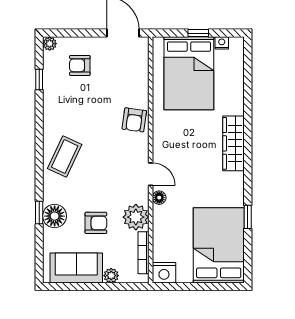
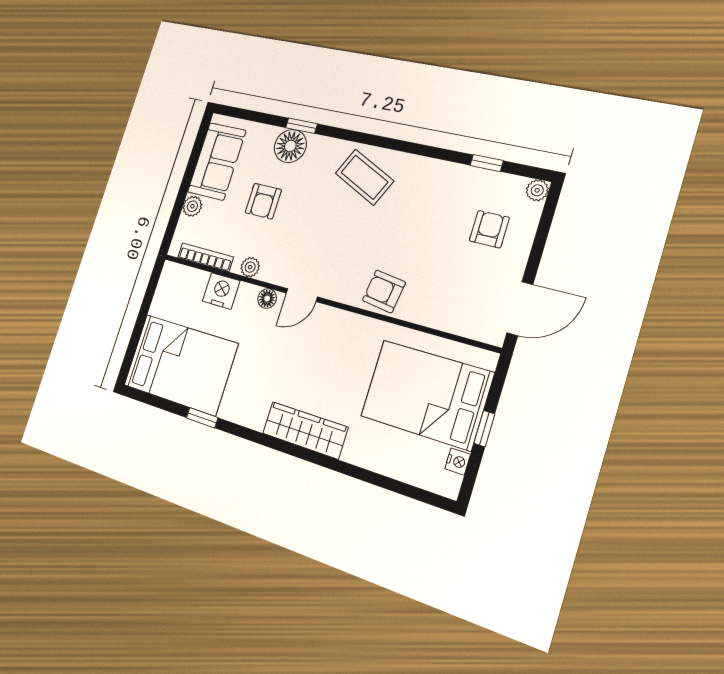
plant: (136, 217) -> (250, 267), width x0.53, depth x0.53
nightstand: (164, 273) -> (221, 291), moved, turned 90

